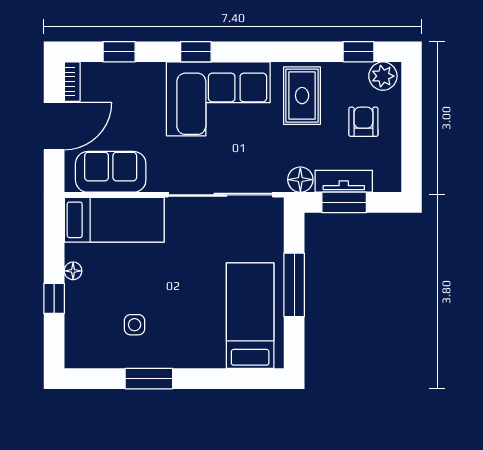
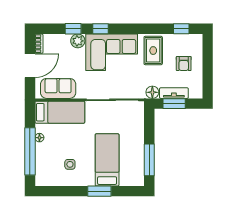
window: (119, 52) -> (73, 29), moved
plant: (383, 76) -> (78, 41), moved
armchair: (363, 122) -> (184, 64), turned 180
window: (294, 285) -> (149, 160), moved
window: (54, 298) -> (30, 151), width x3.17
bed: (250, 316) -> (107, 160), moved
window: (149, 379) -> (99, 191), moved

